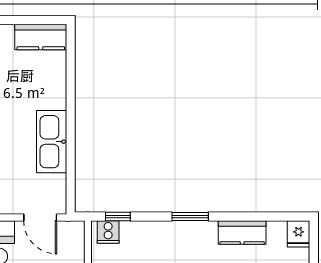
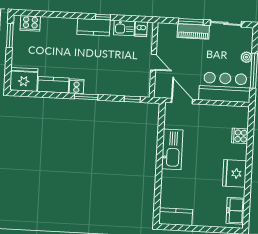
cooker: (108, 232) -> (76, 86), moved
fridge: (299, 234) -> (24, 79), width x1.88, depth x1.34

